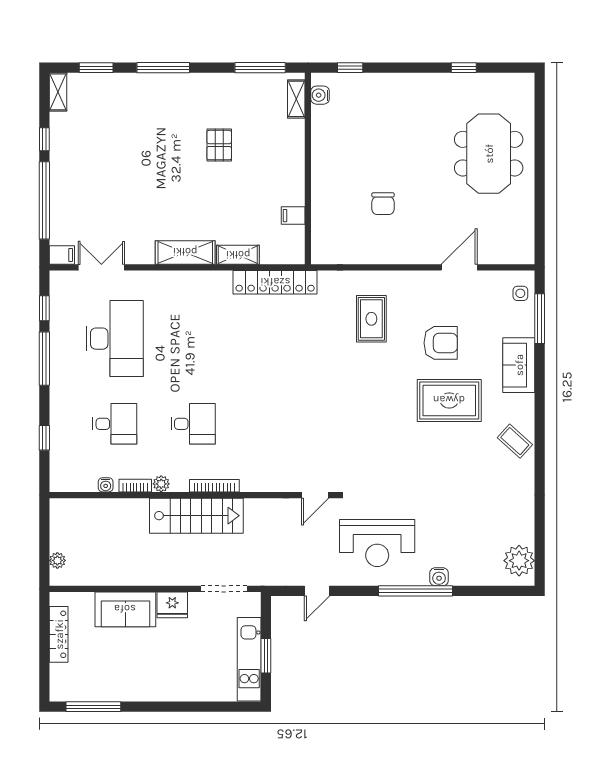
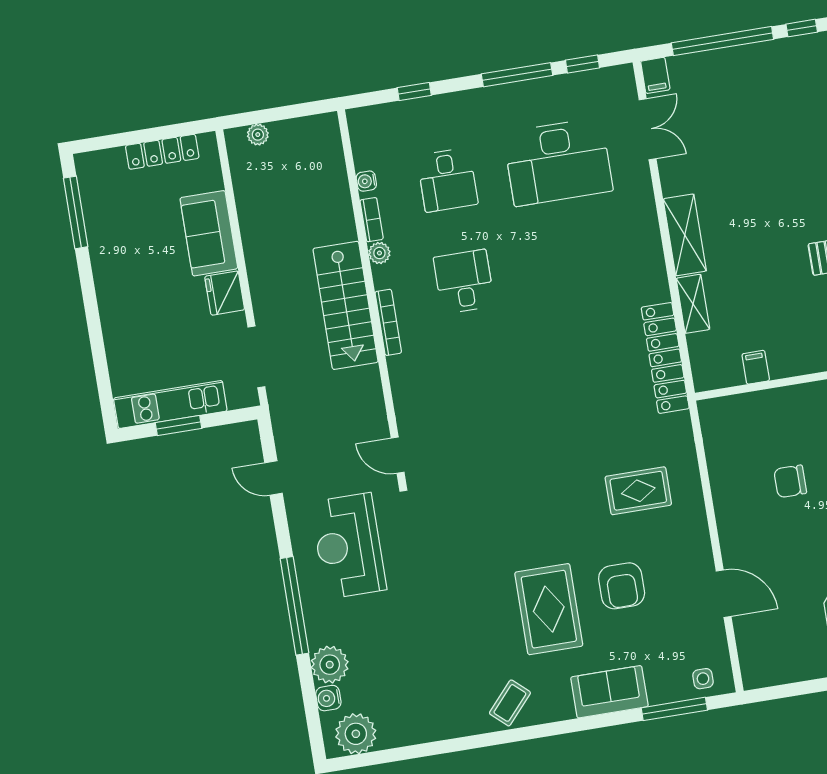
desk: (193, 424) -> (464, 282), turned 180
plant: (464, 572) -> (330, 665), added
water cooler: (439, 577) -> (328, 698), moved

